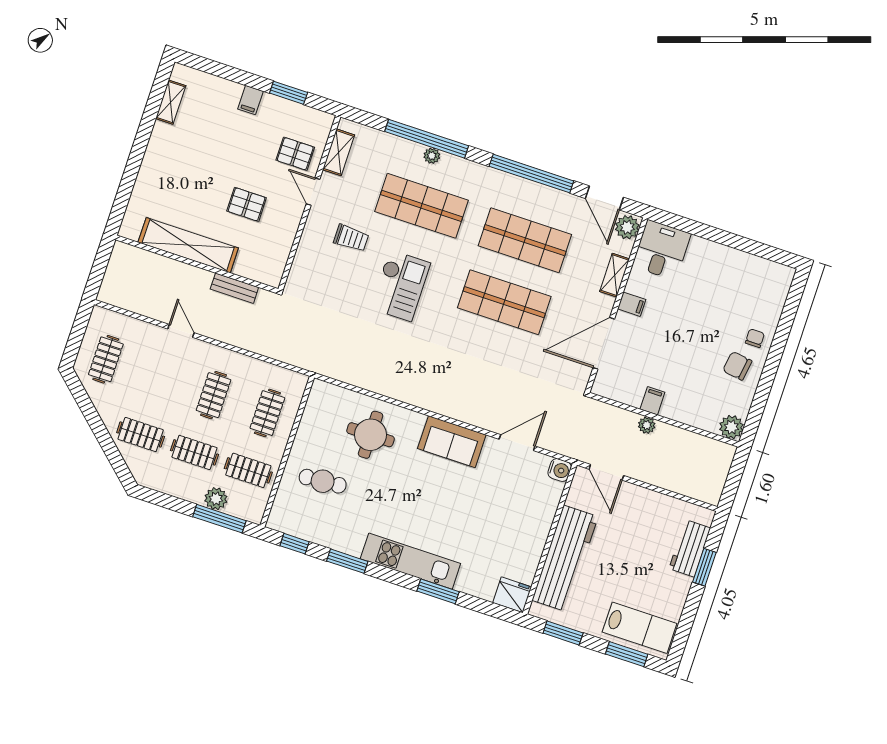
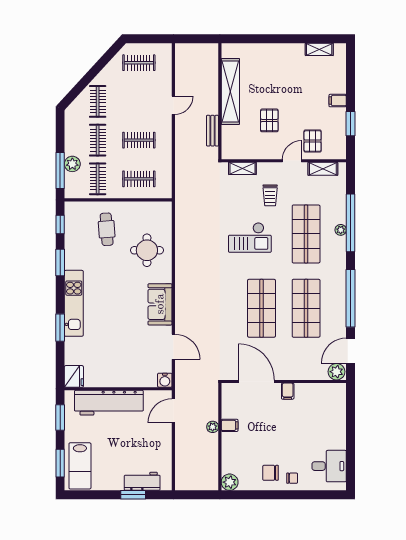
desk: (662, 250) -> (329, 466), moved
shelving: (615, 275) -> (242, 168), moved
chair: (737, 366) -> (271, 473), turned -98

